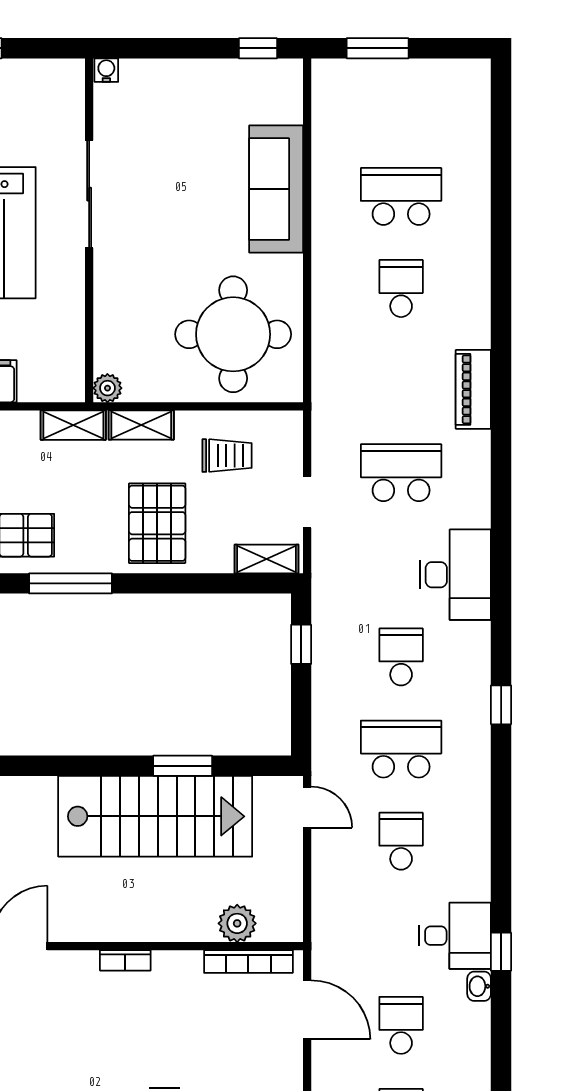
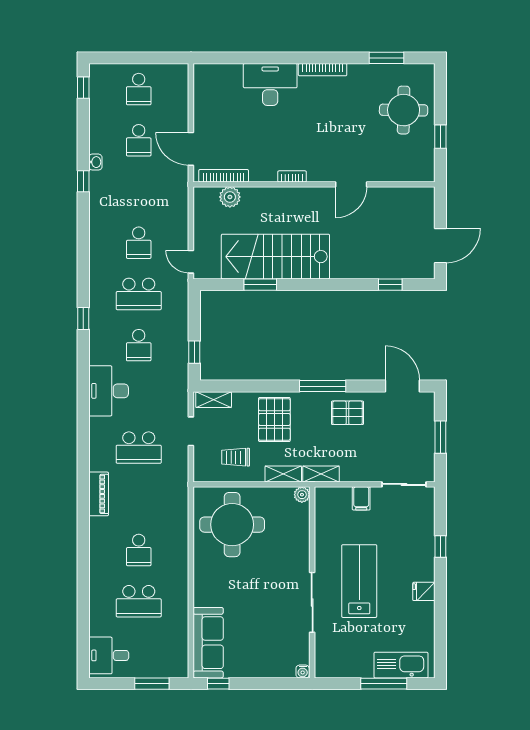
sofa: (276, 189) -> (208, 643), moved
desk: (455, 936) -> (109, 655), moved

